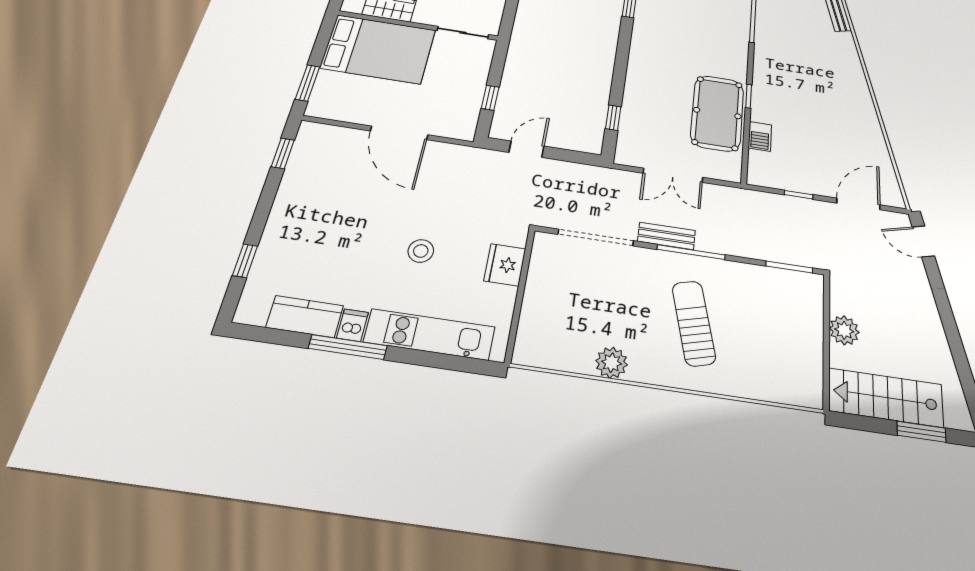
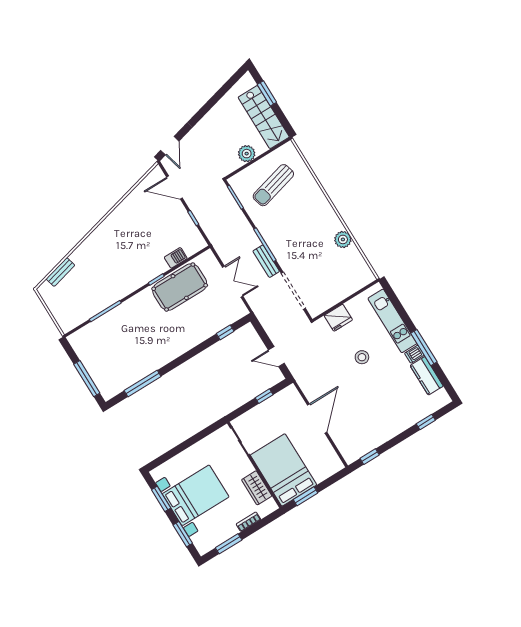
window: (308, 83) -> (305, 496), moved
sun lounger: (694, 323) -> (273, 185), moved

